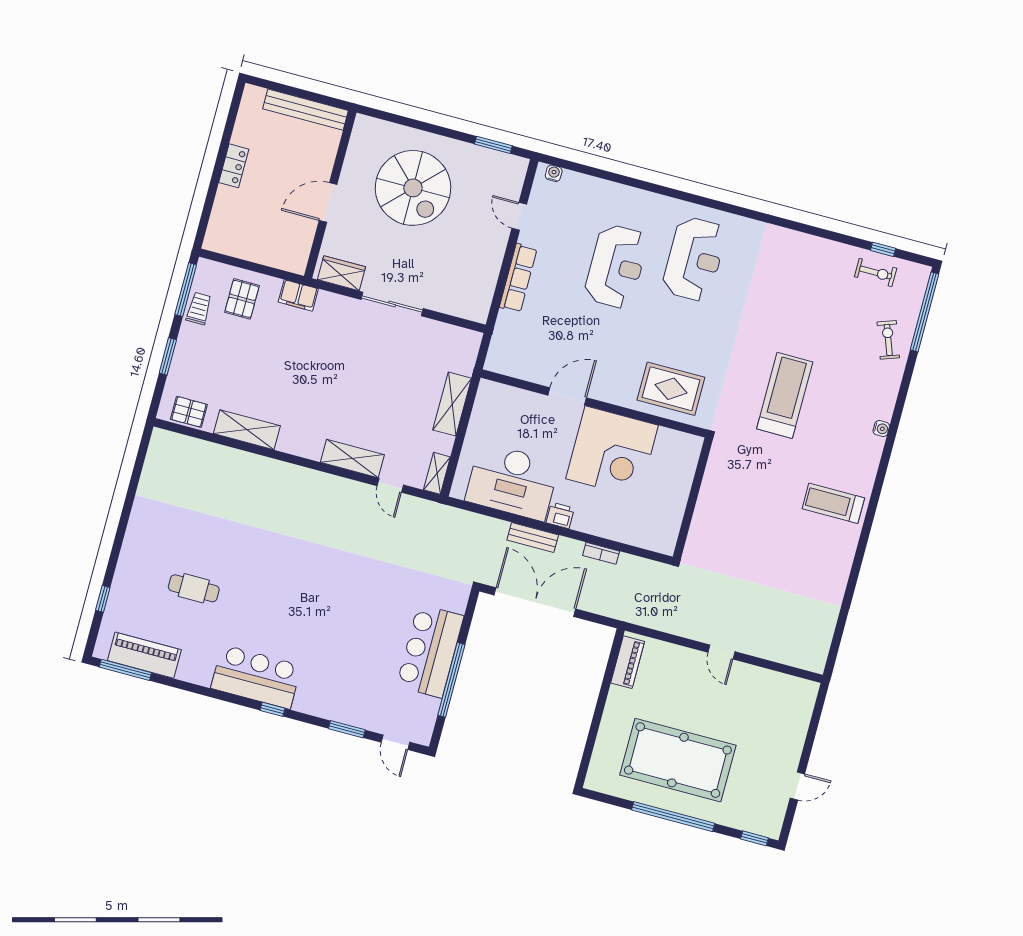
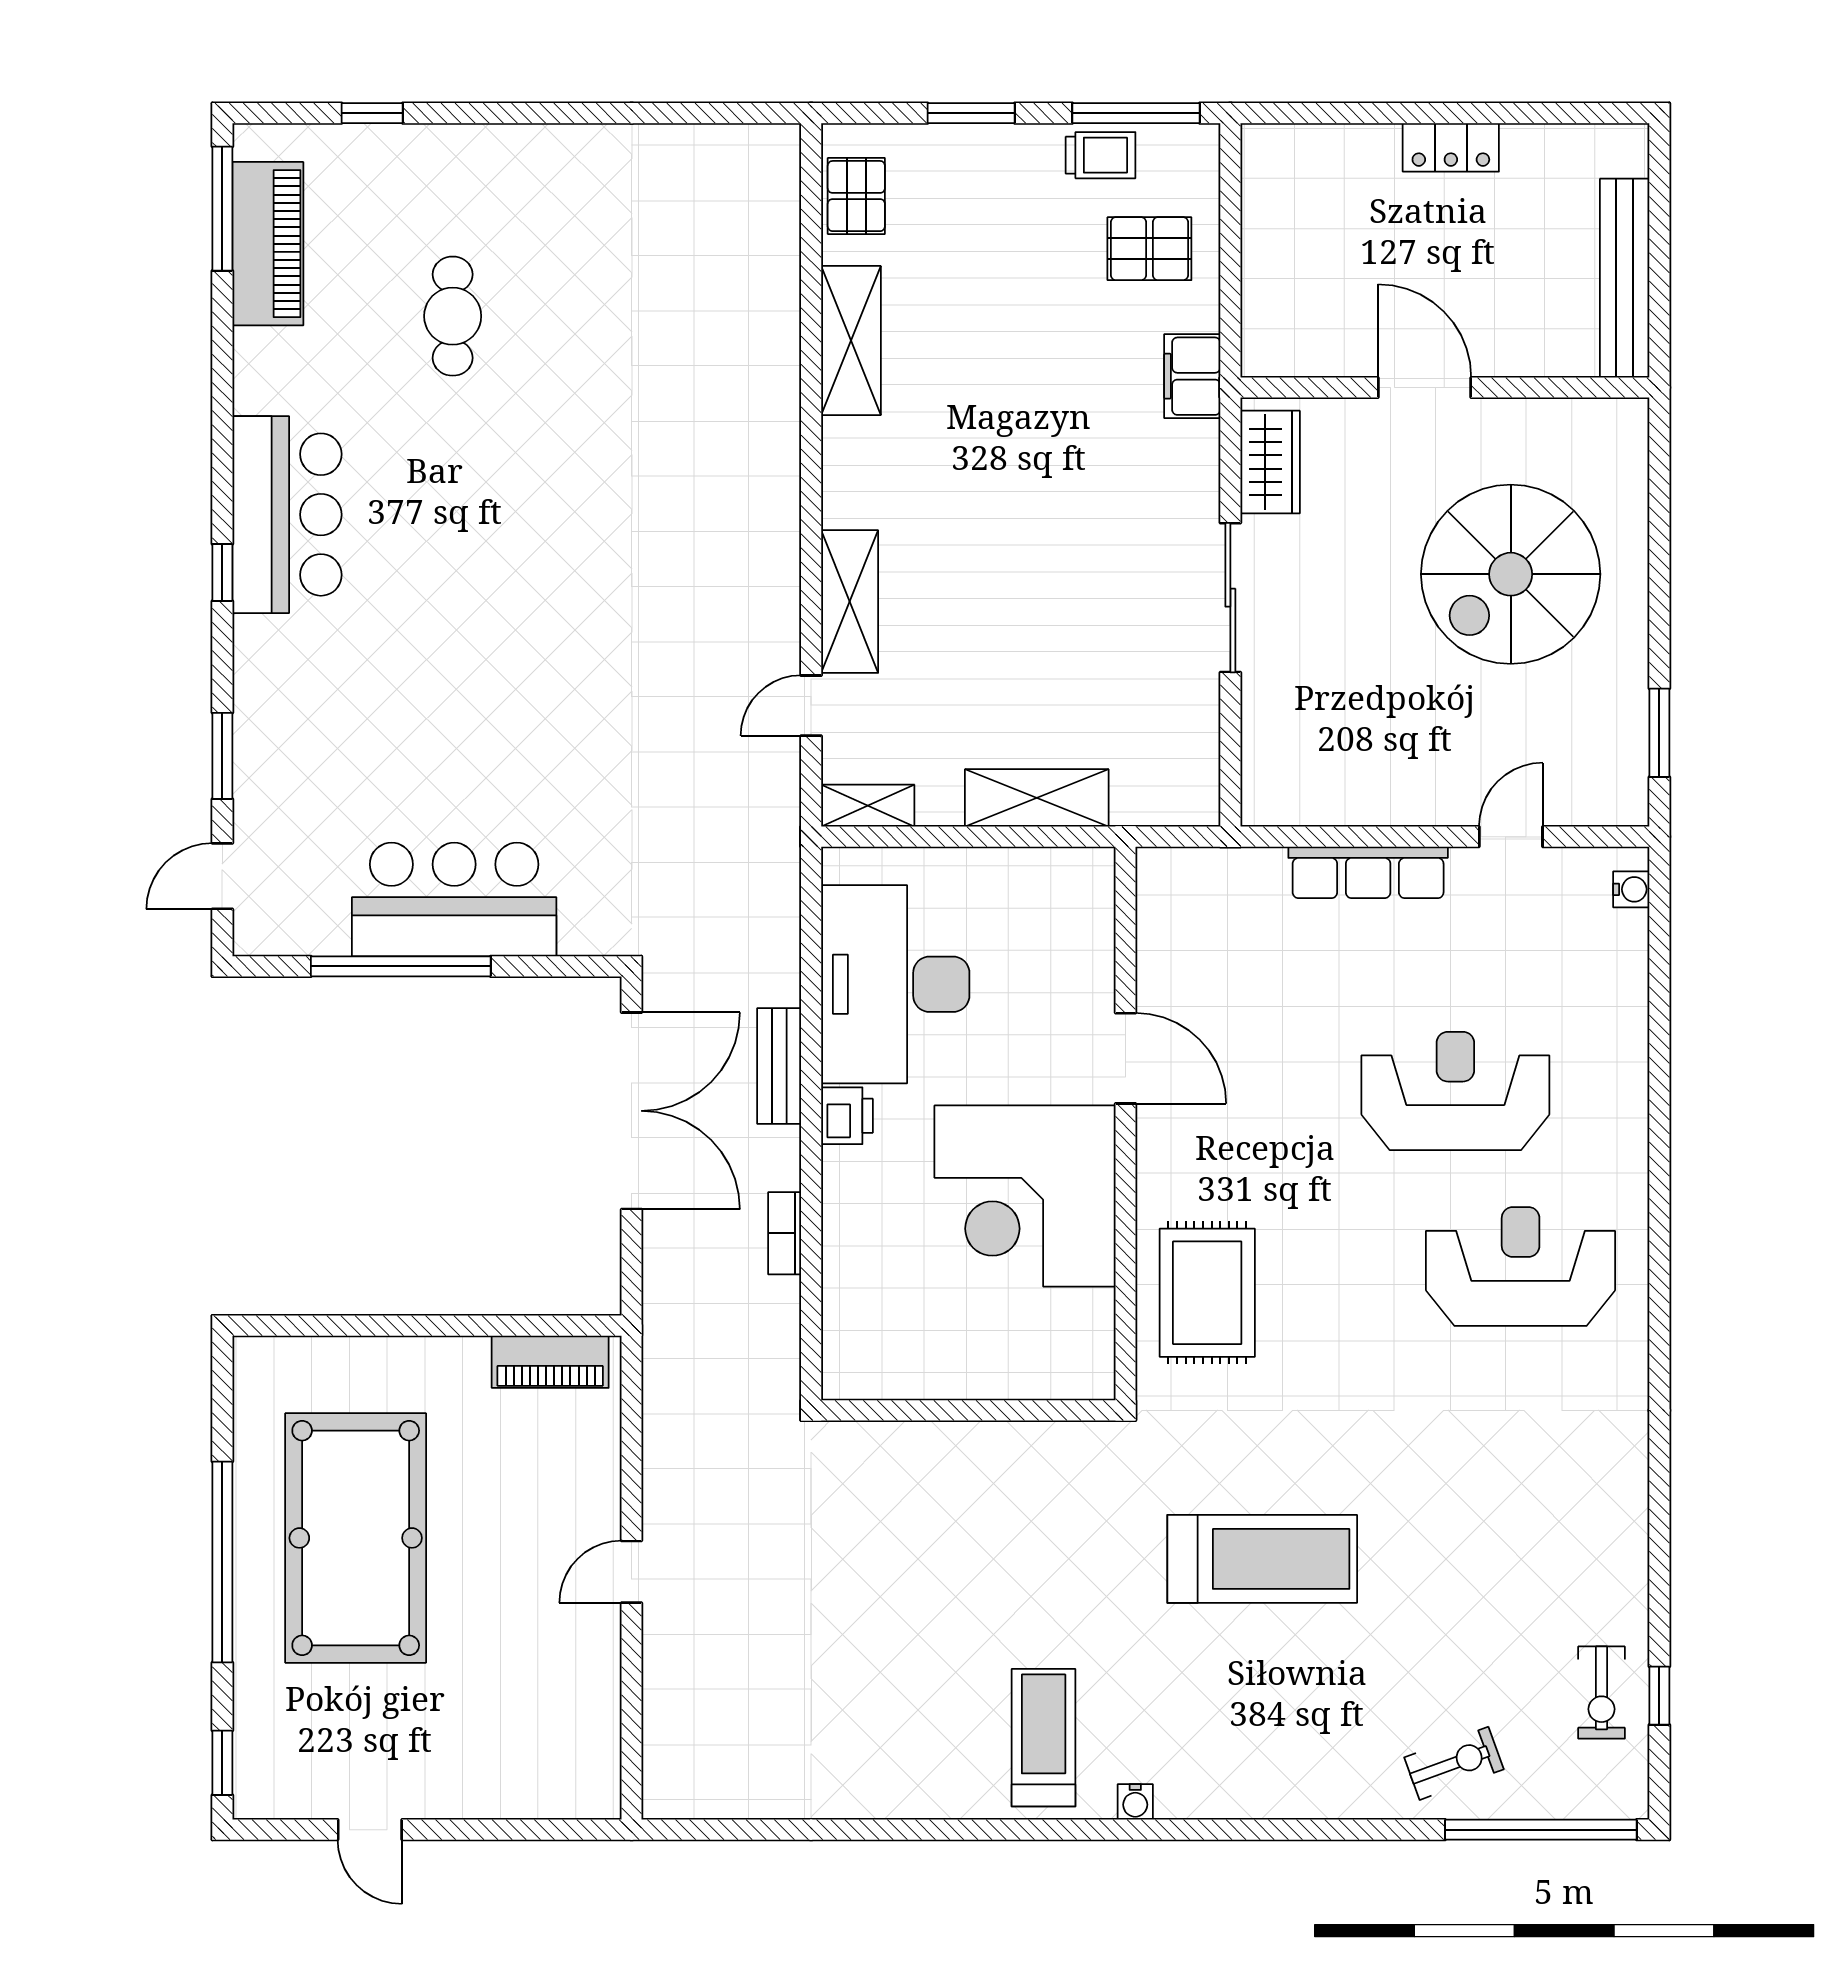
reception desk: (694, 259) -> (1521, 1266), turned 180
reception desk: (616, 266) -> (1455, 1091), turned 180
water cooler: (881, 428) -> (1135, 1802), moved

